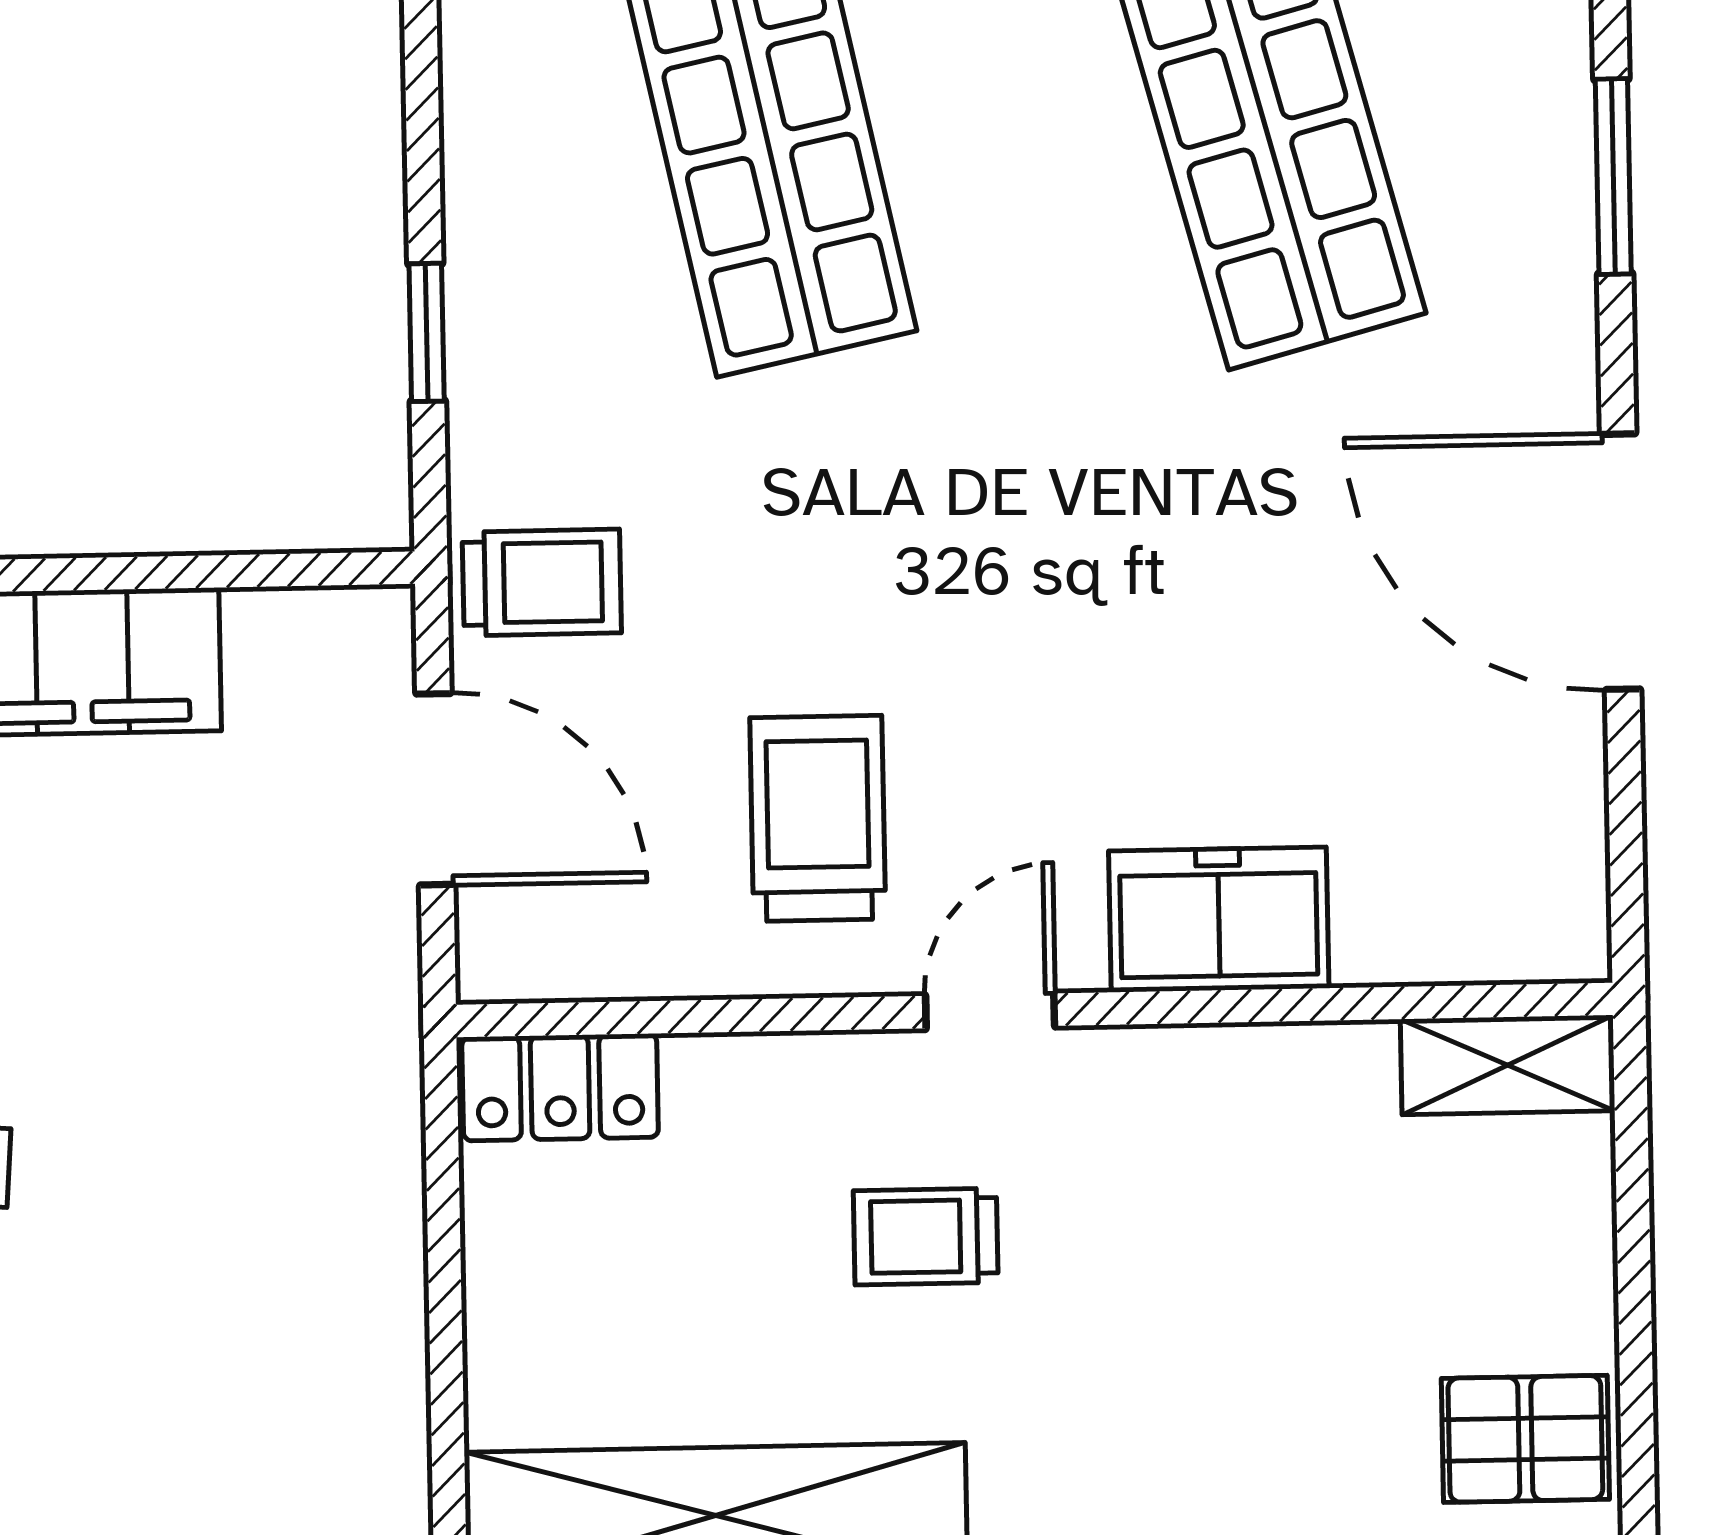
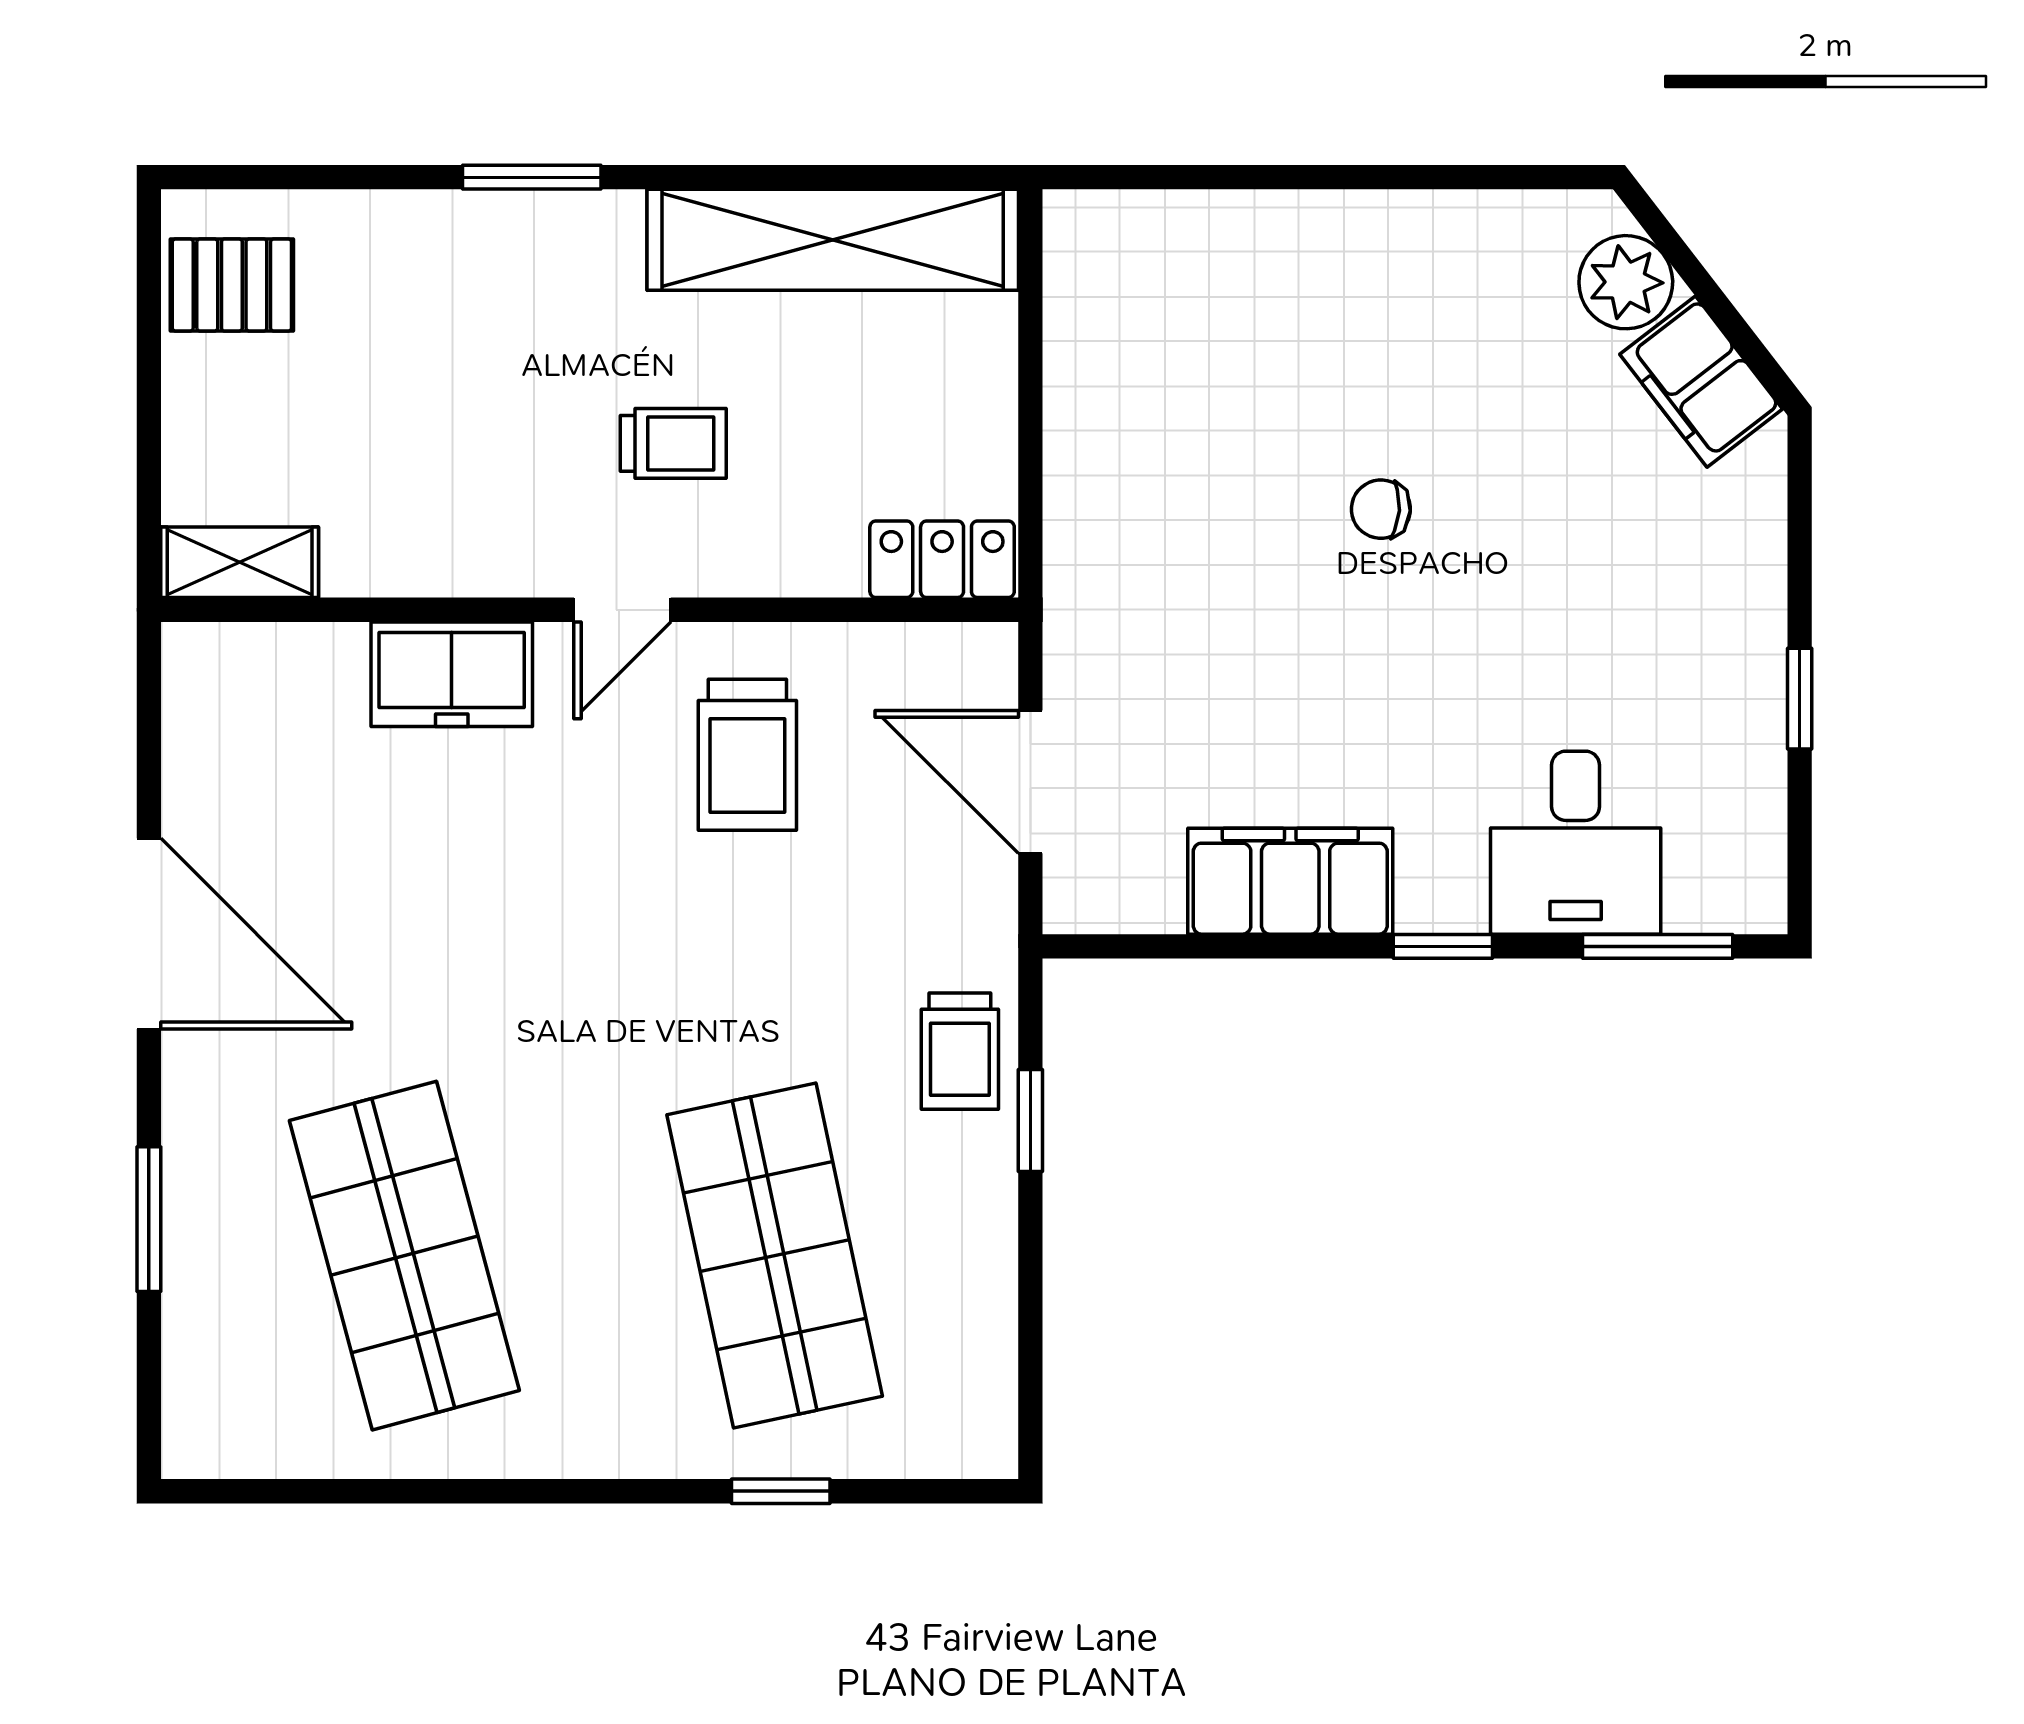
trolley: (542, 582) -> (960, 1051), moved, turned -90

